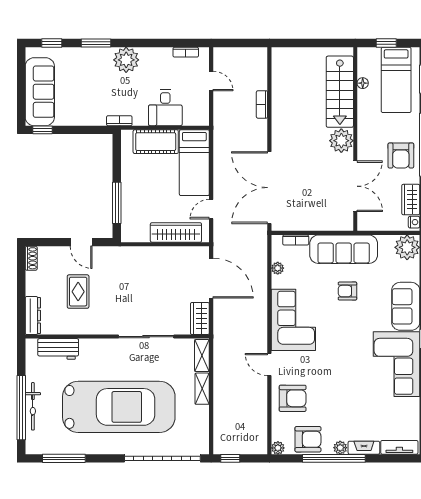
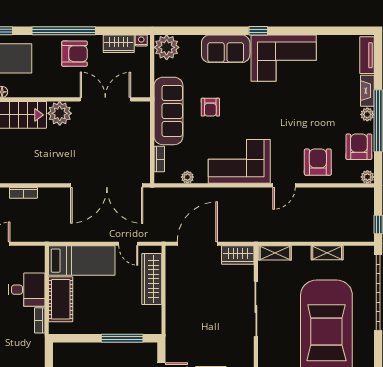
bookcase: (119, 121) -> (40, 320), moved
shelving: (202, 389) -> (327, 253), moved

